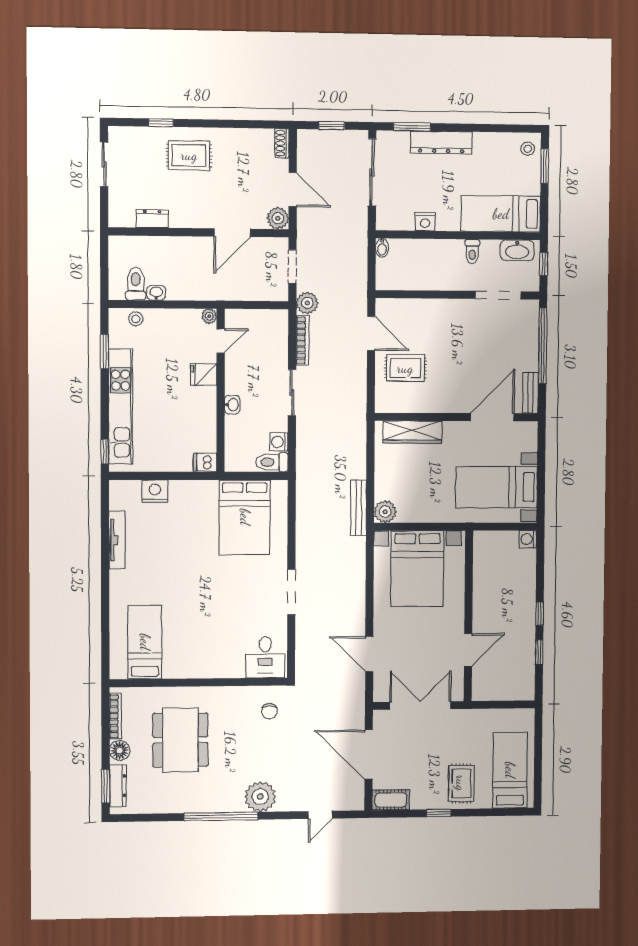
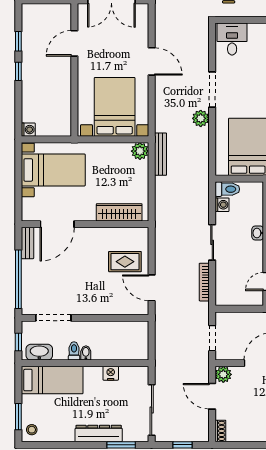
bidet: (382, 248) -> (86, 353), moved
plant: (307, 303) -> (201, 118), moved
door: (369, 654) -> (152, 61), moved

